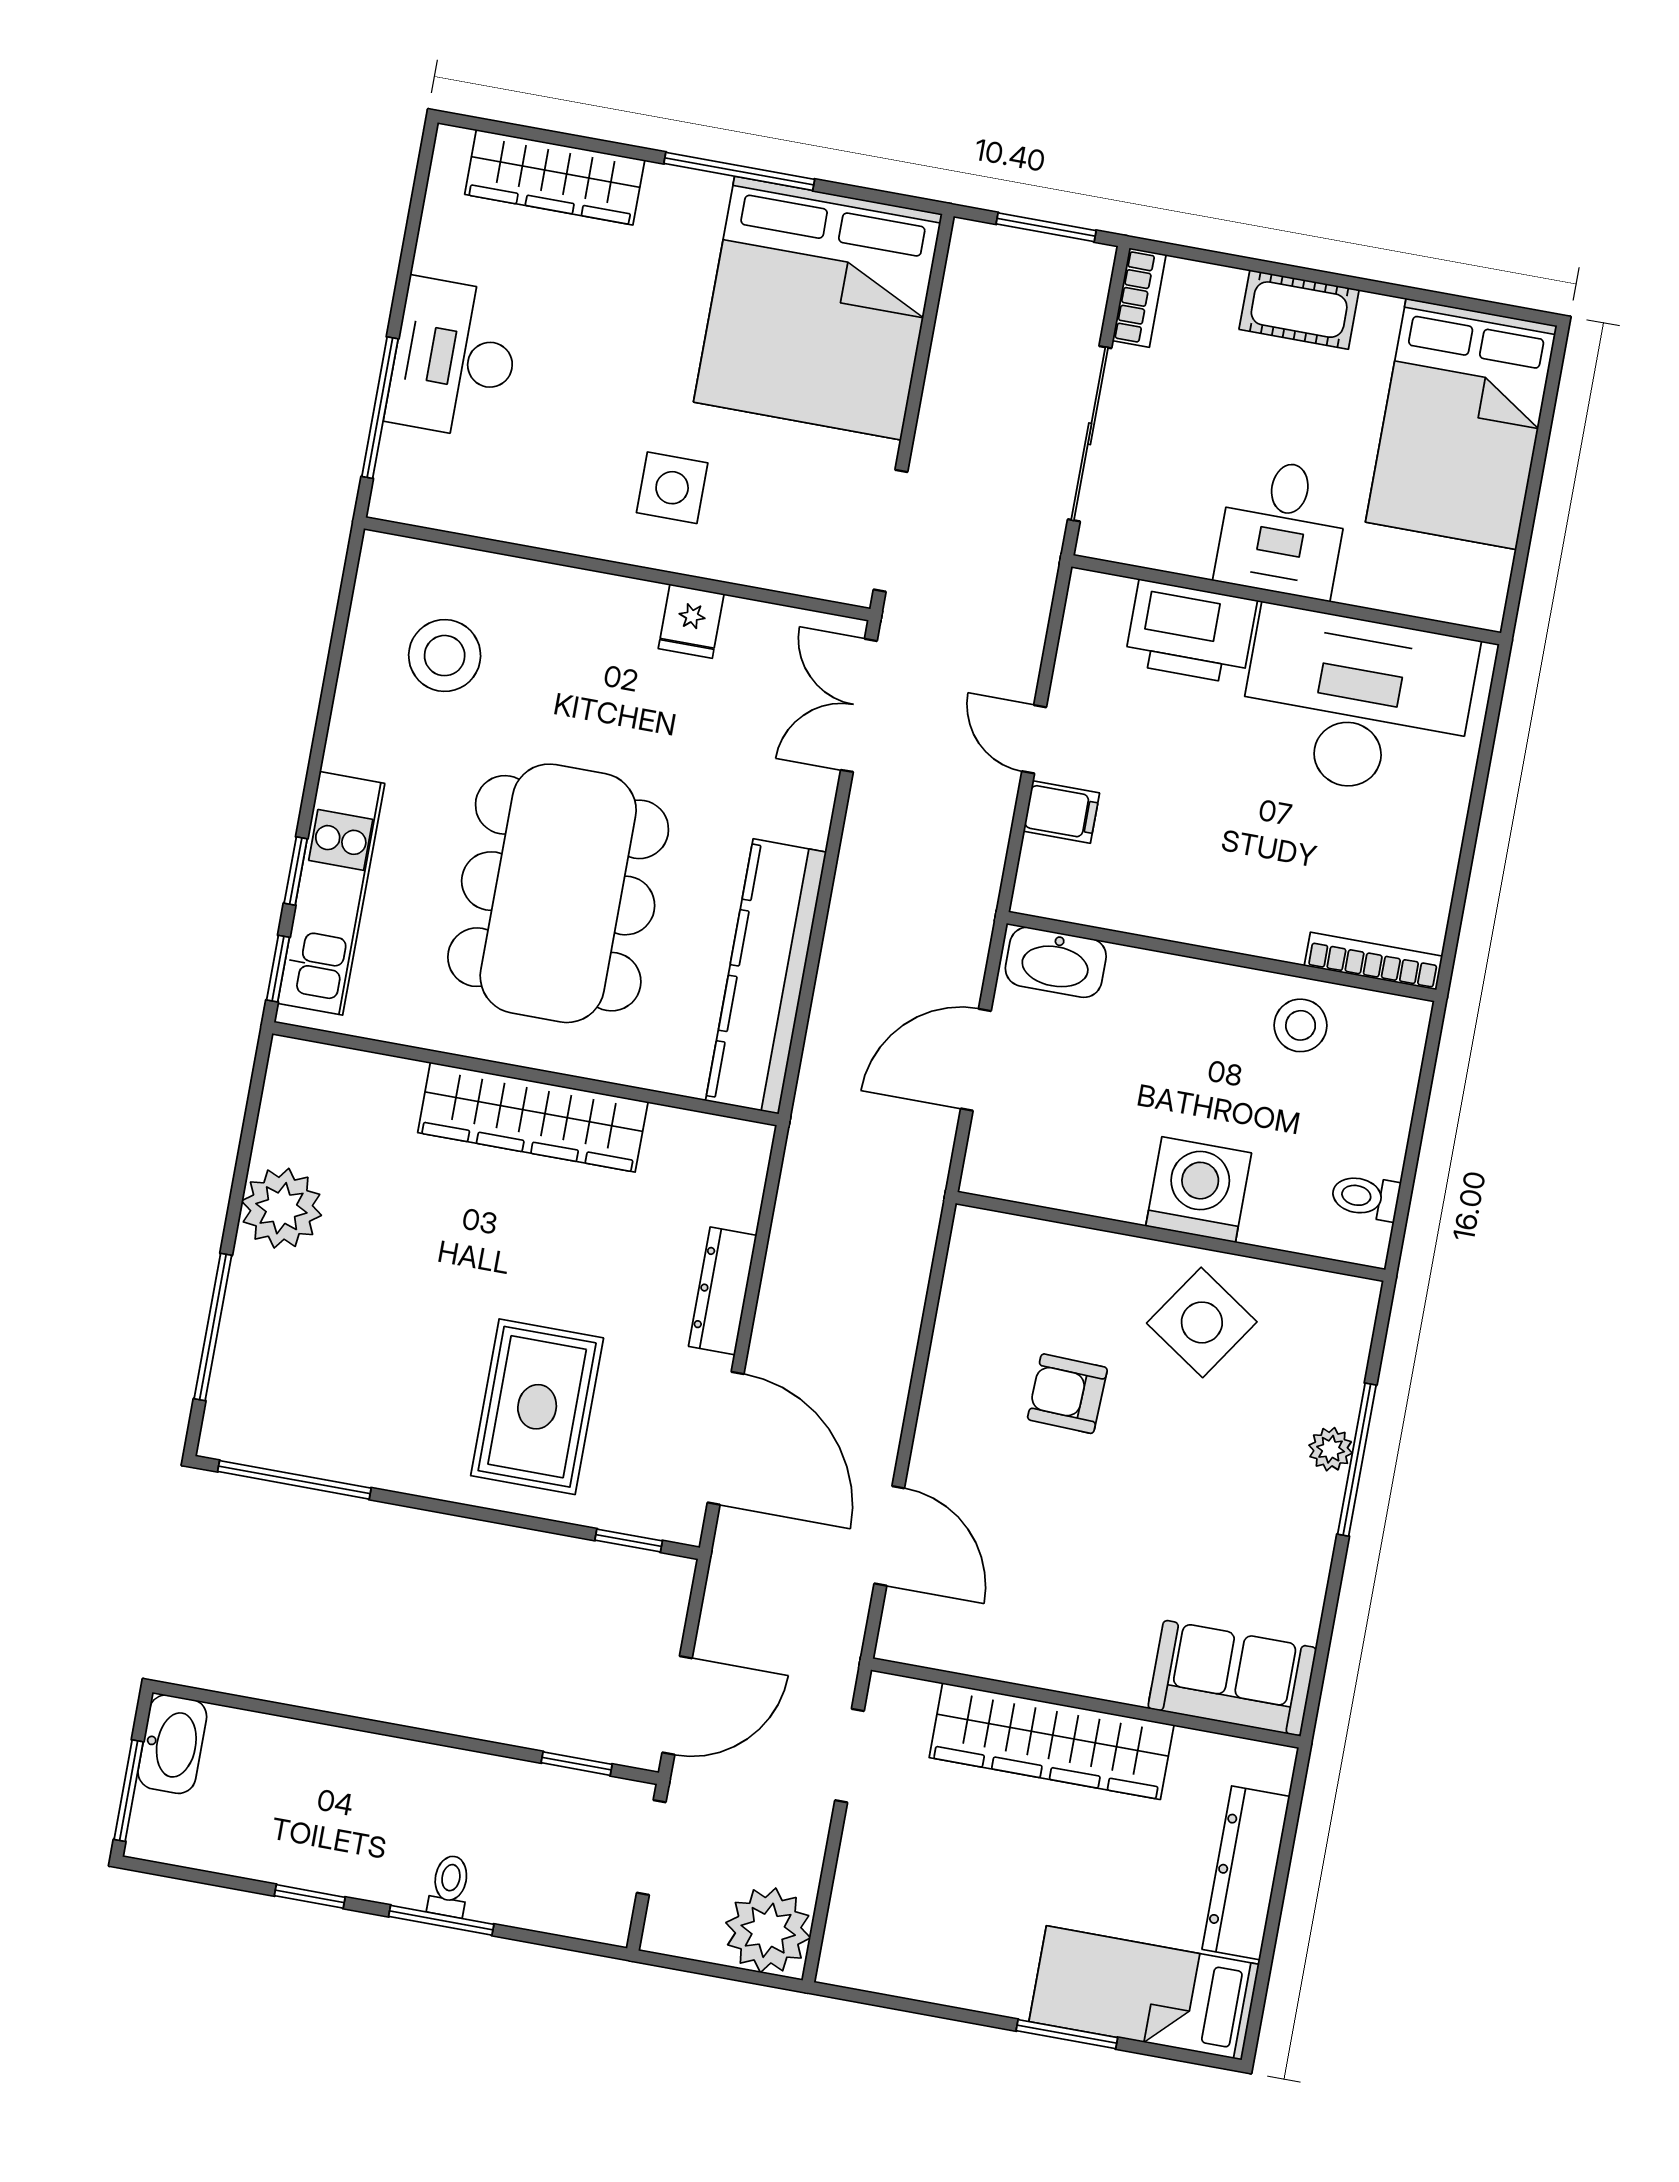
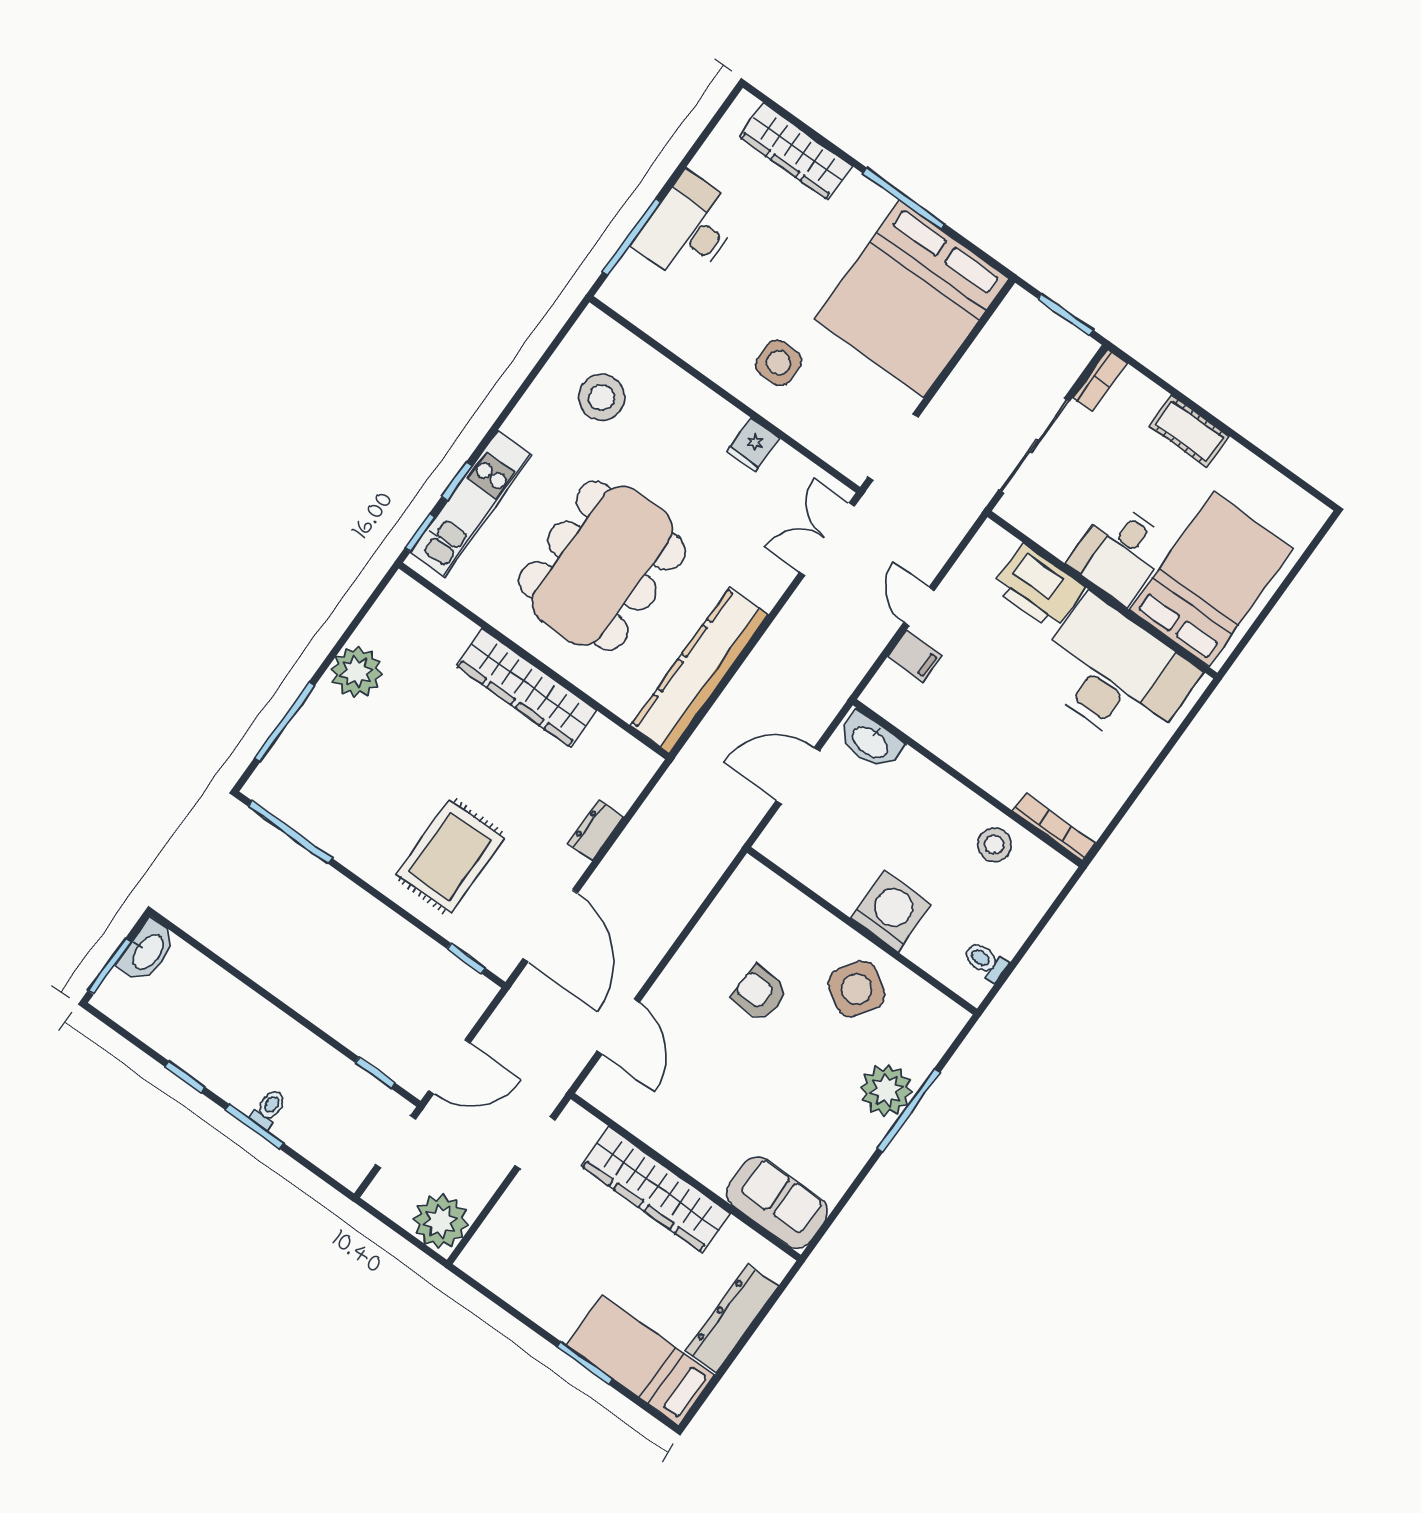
bed: (1461, 424) -> (1211, 579), moved, turned 180
dresser: (723, 1291) -> (595, 830), width x0.70
plant: (1331, 1449) -> (886, 1090), width x1.88, depth x1.88

